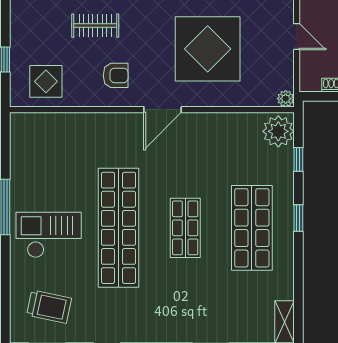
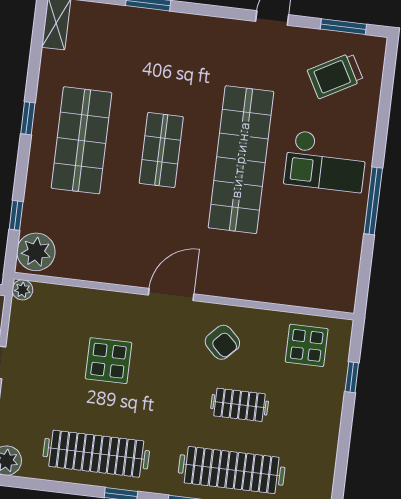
display table: (208, 49) -> (109, 361), width x0.54, depth x0.54
armchair: (116, 75) -> (222, 342), turned -136
window: (298, 218) -> (28, 118), moved
trolley: (49, 307) -> (335, 76), turned -41

